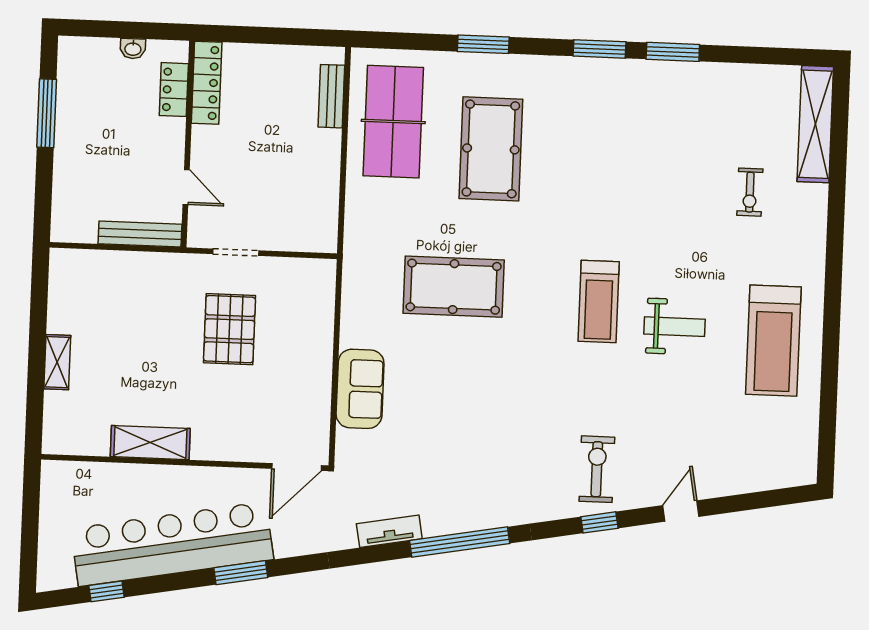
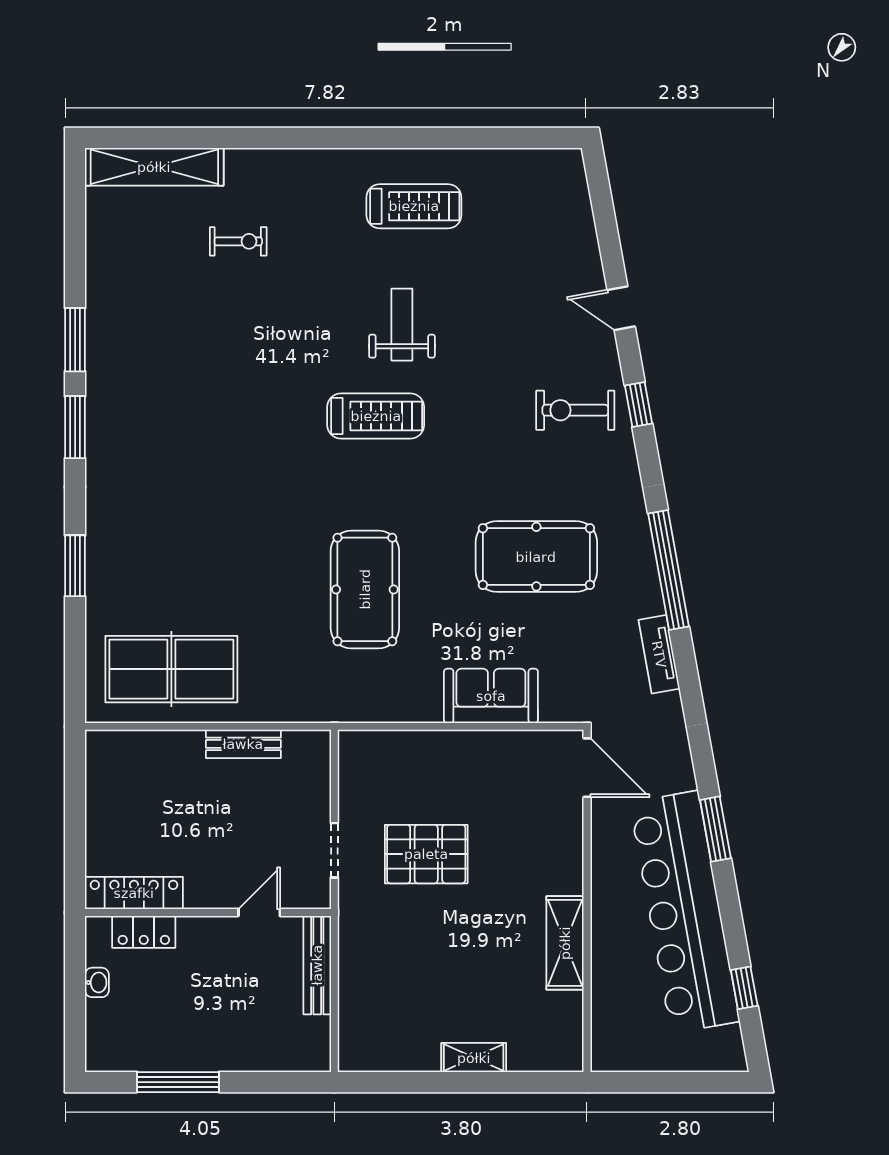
bench: (331, 96) -> (243, 744), moved
pool table: (491, 149) -> (536, 557), moved
treadmill: (773, 341) -> (414, 206), width x0.73, depth x0.73

